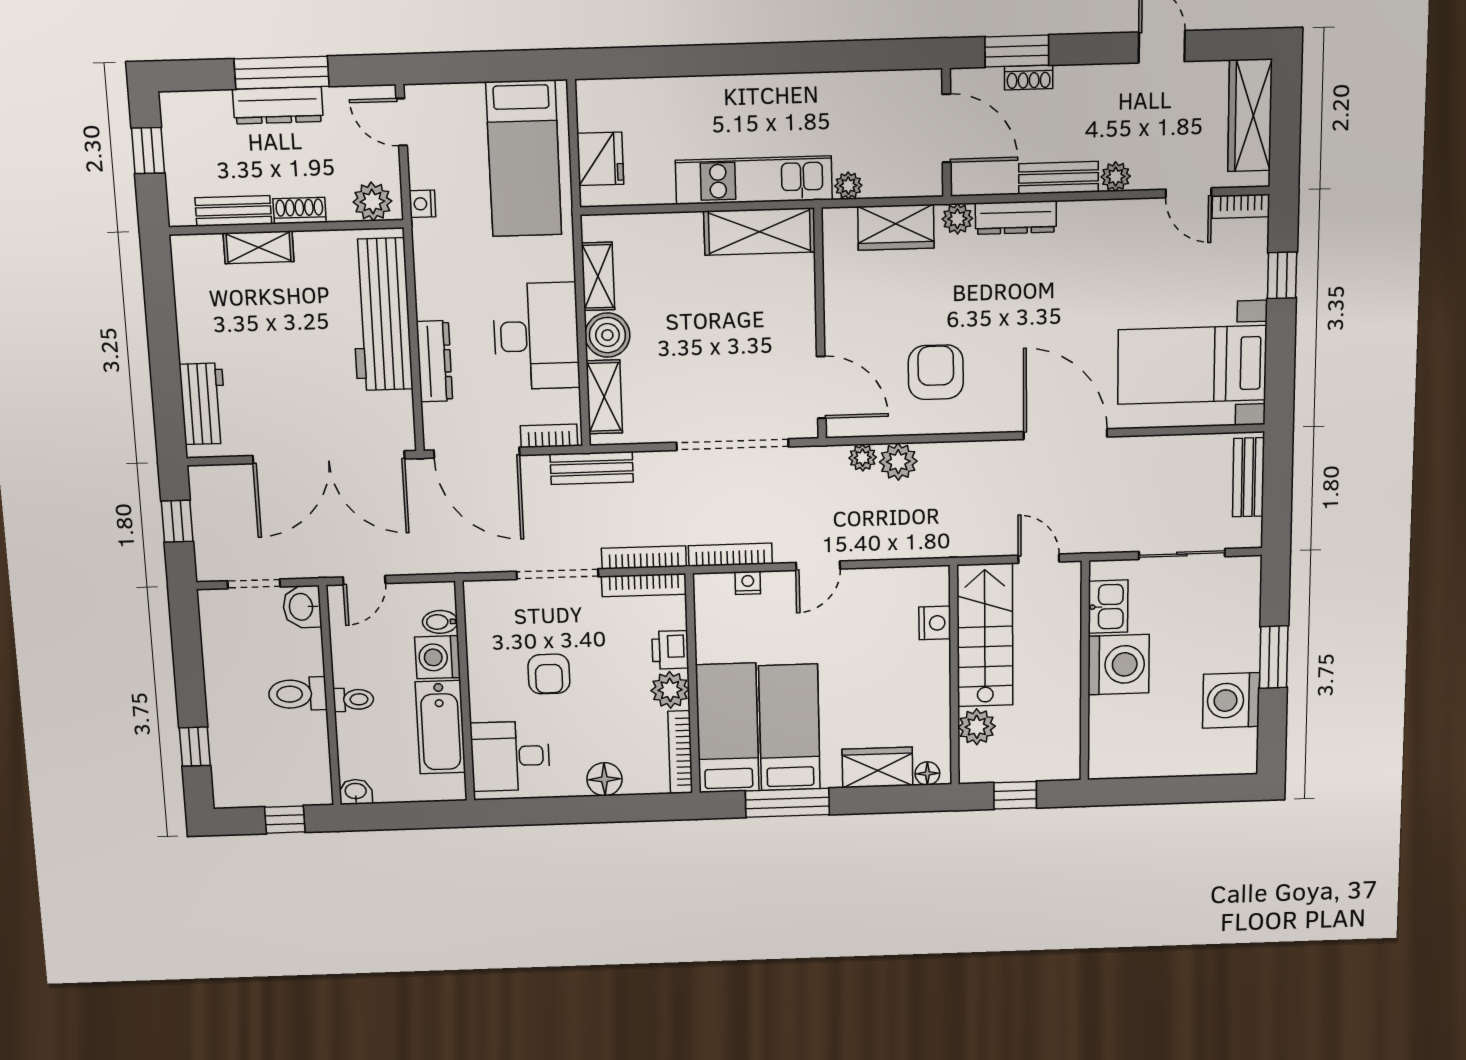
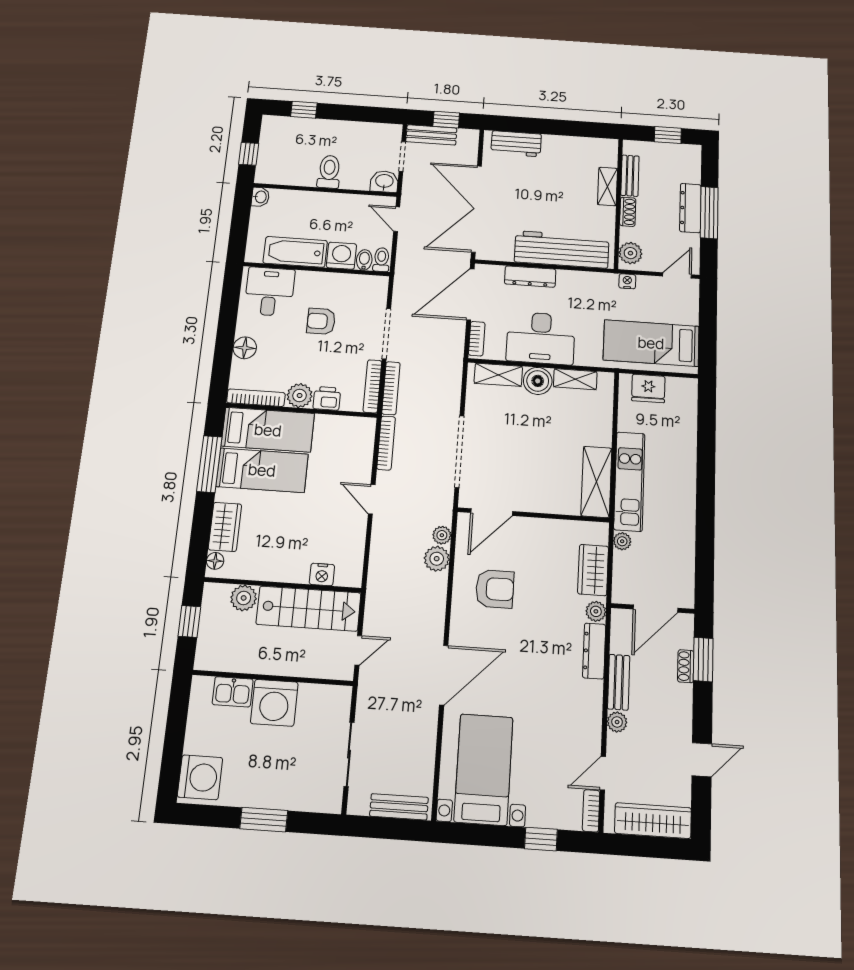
bench: (592, 468) -> (431, 135), moved, turned 90
nightstand: (748, 583) -> (366, 452), removed
kitchen sink: (1108, 607) -> (233, 692), moved
toilet: (353, 700) -> (381, 260), moved, turned 180
washing machine: (1231, 700) -> (200, 777), moved, turned 90

